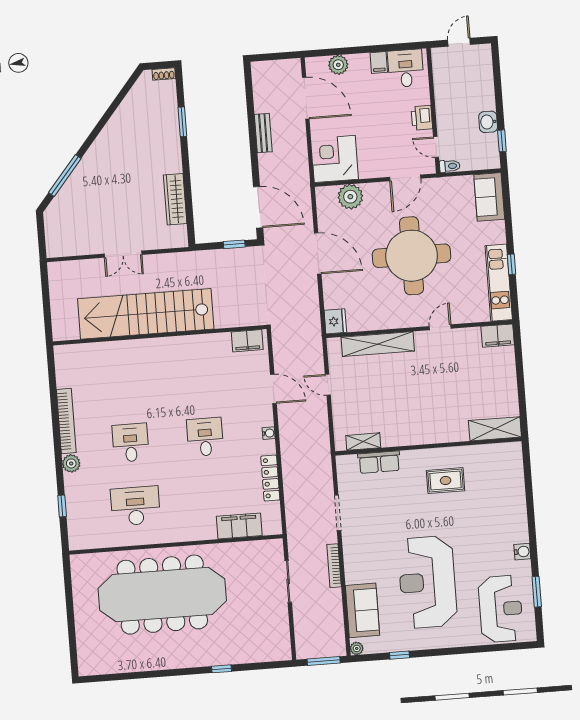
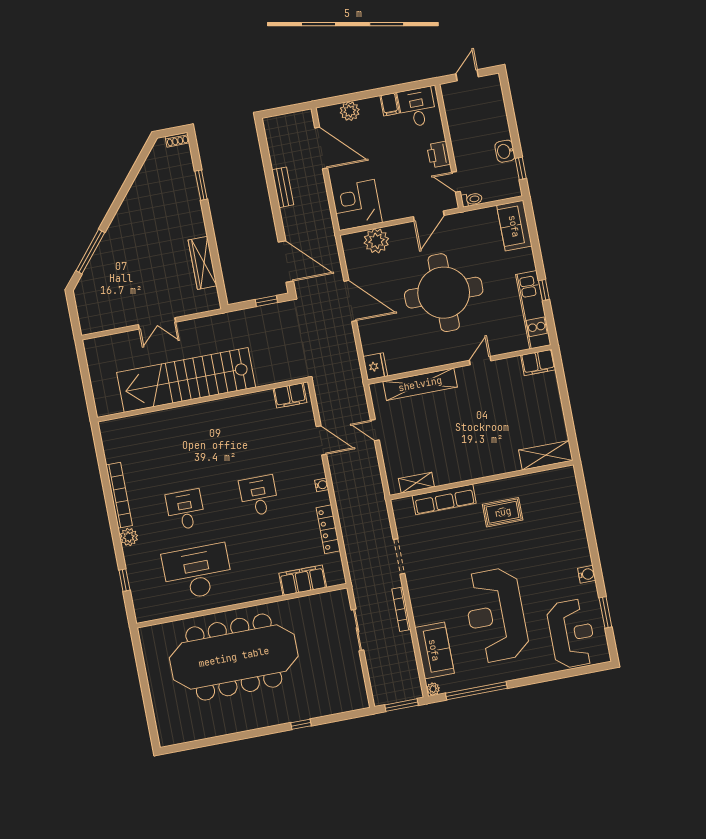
row of seats: (379, 462) -> (444, 499), width x1.48
desk: (135, 506) -> (197, 572), width x1.36, depth x1.30
window: (400, 655) -> (476, 691), width x3.17

